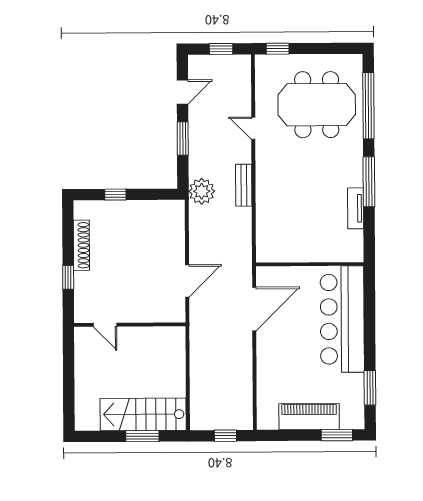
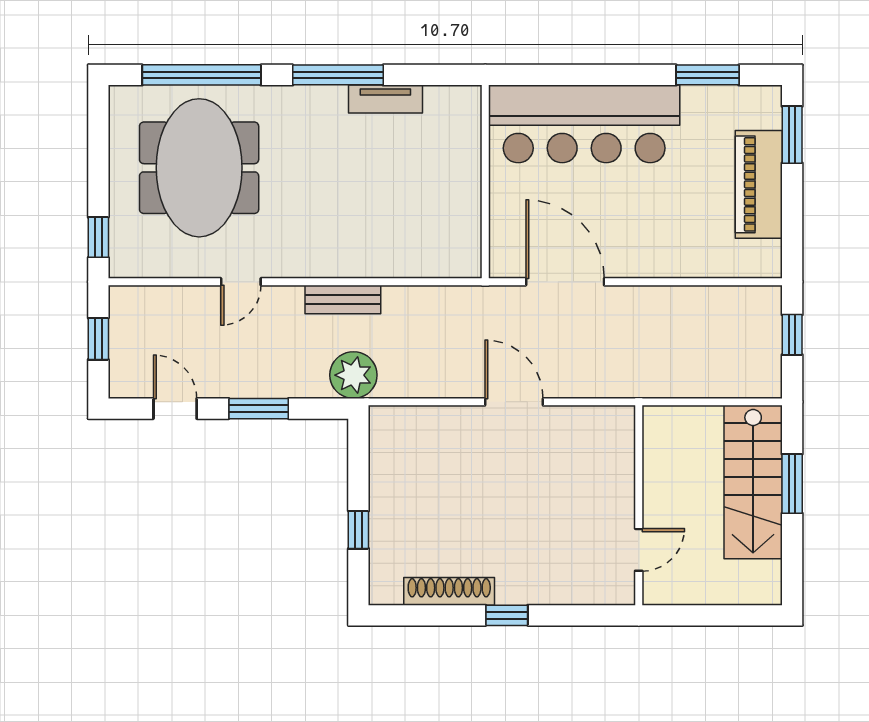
door: (105, 325) -> (639, 550), moved
wall: (130, 325) -> (639, 505), moved

